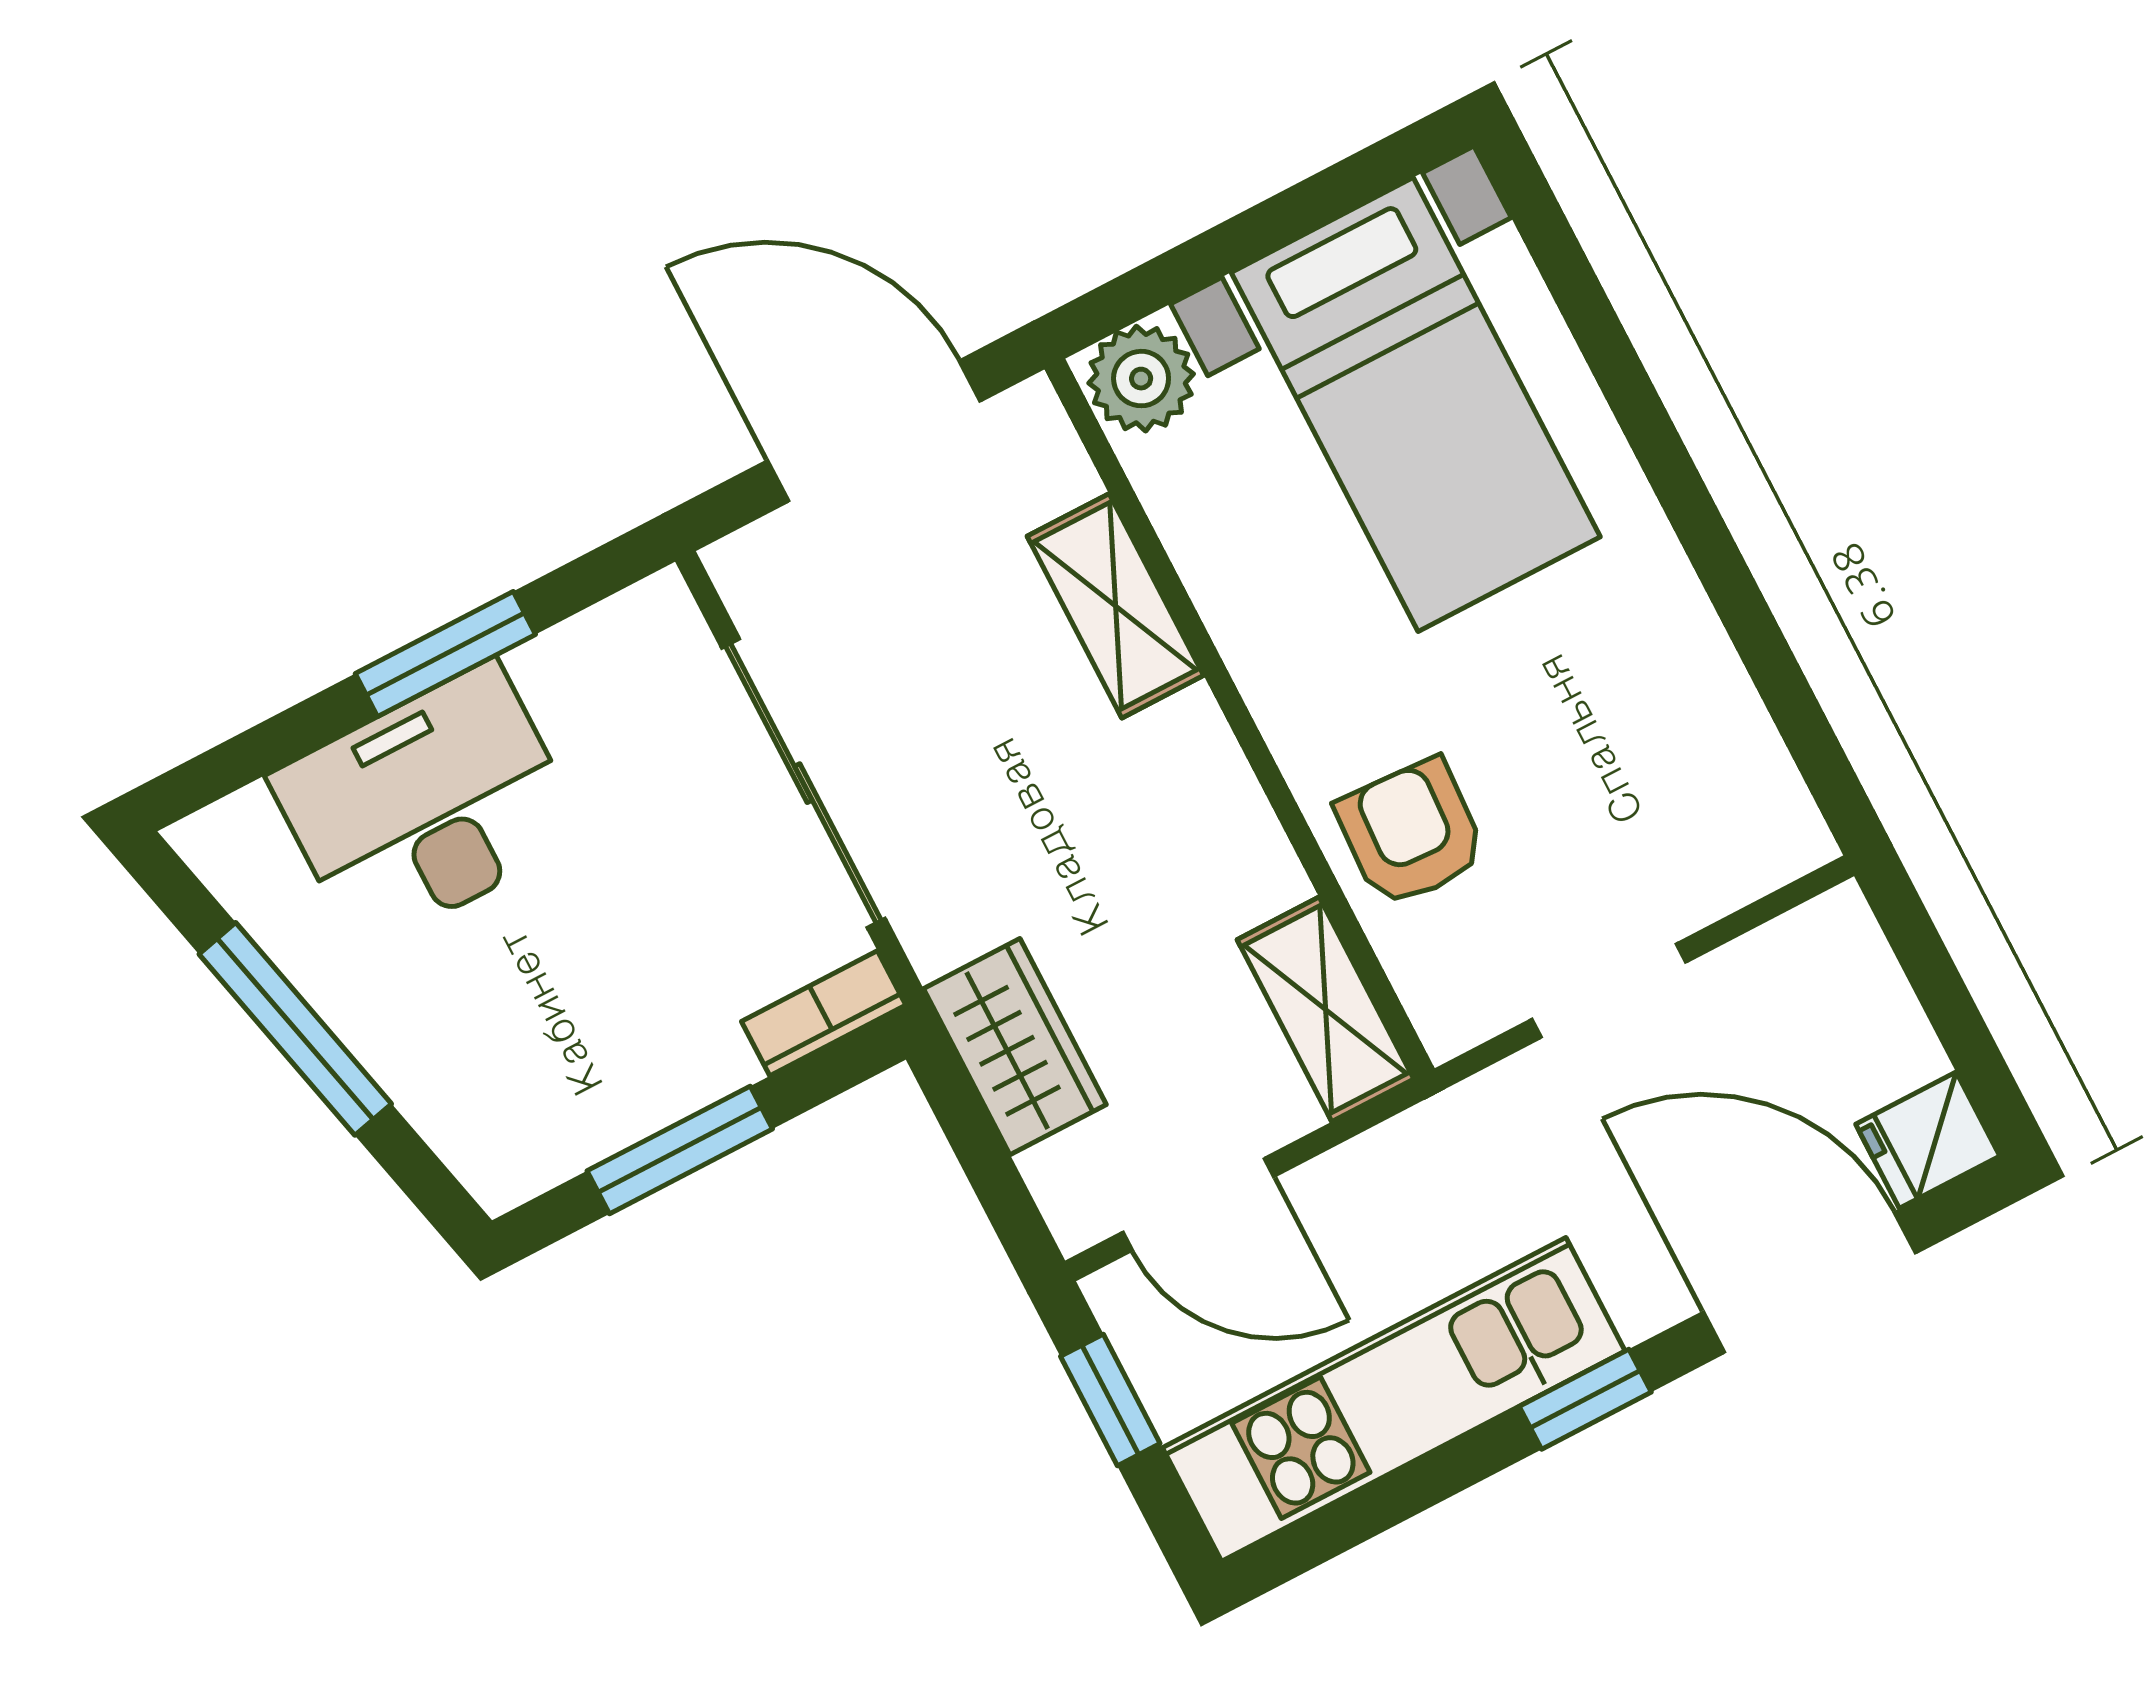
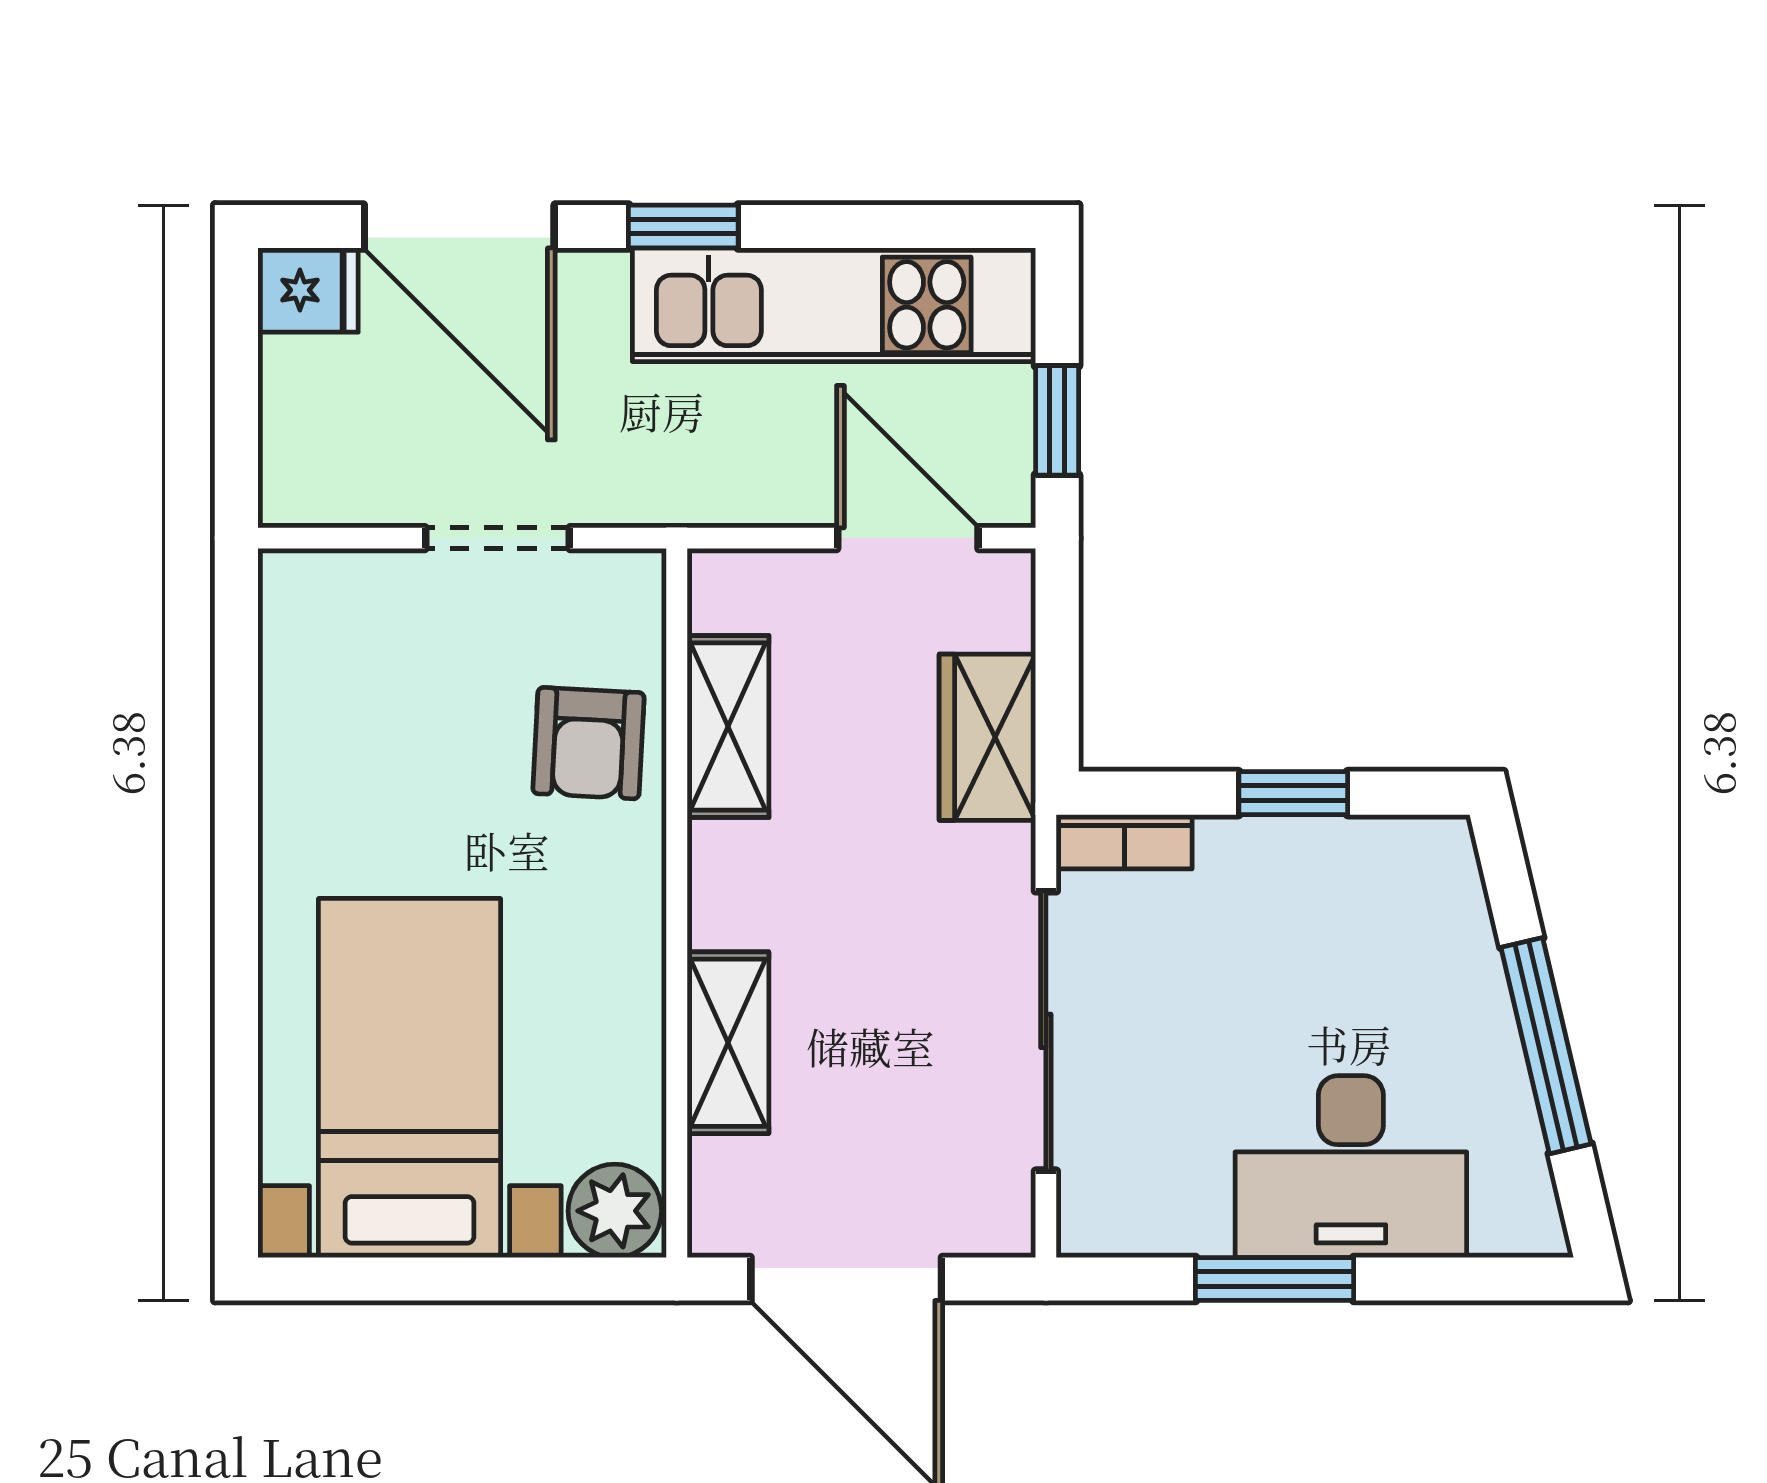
shelving: (1325, 1009) -> (728, 727), moved
window: (680, 1150) -> (1293, 793), width x0.67

